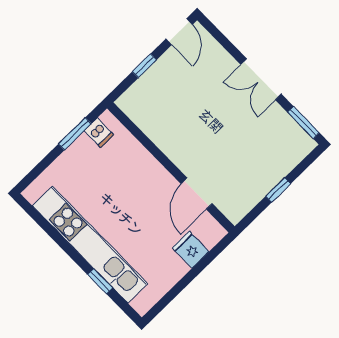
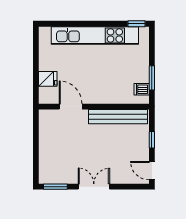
bench: (156, 129) -> (118, 117), added
window: (278, 190) -> (36, 145), removed
window: (100, 281) -> (136, 24), moved

